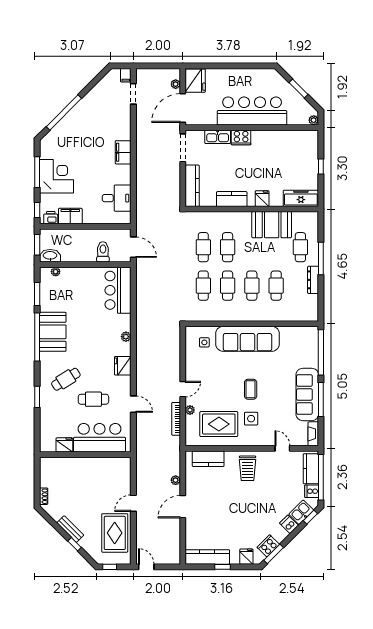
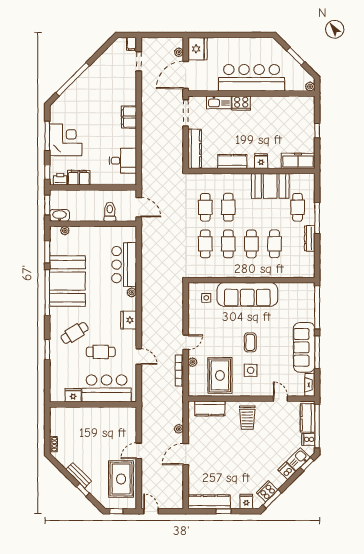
bar counter: (118, 290) -> (124, 265), moved
booth: (53, 332) -> (67, 281), width x1.36, depth x1.42
rug: (219, 424) -> (220, 375), turned 90

